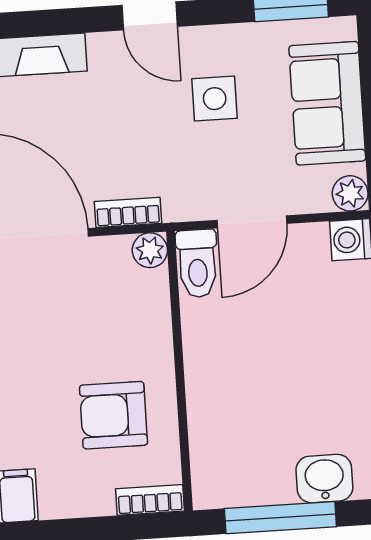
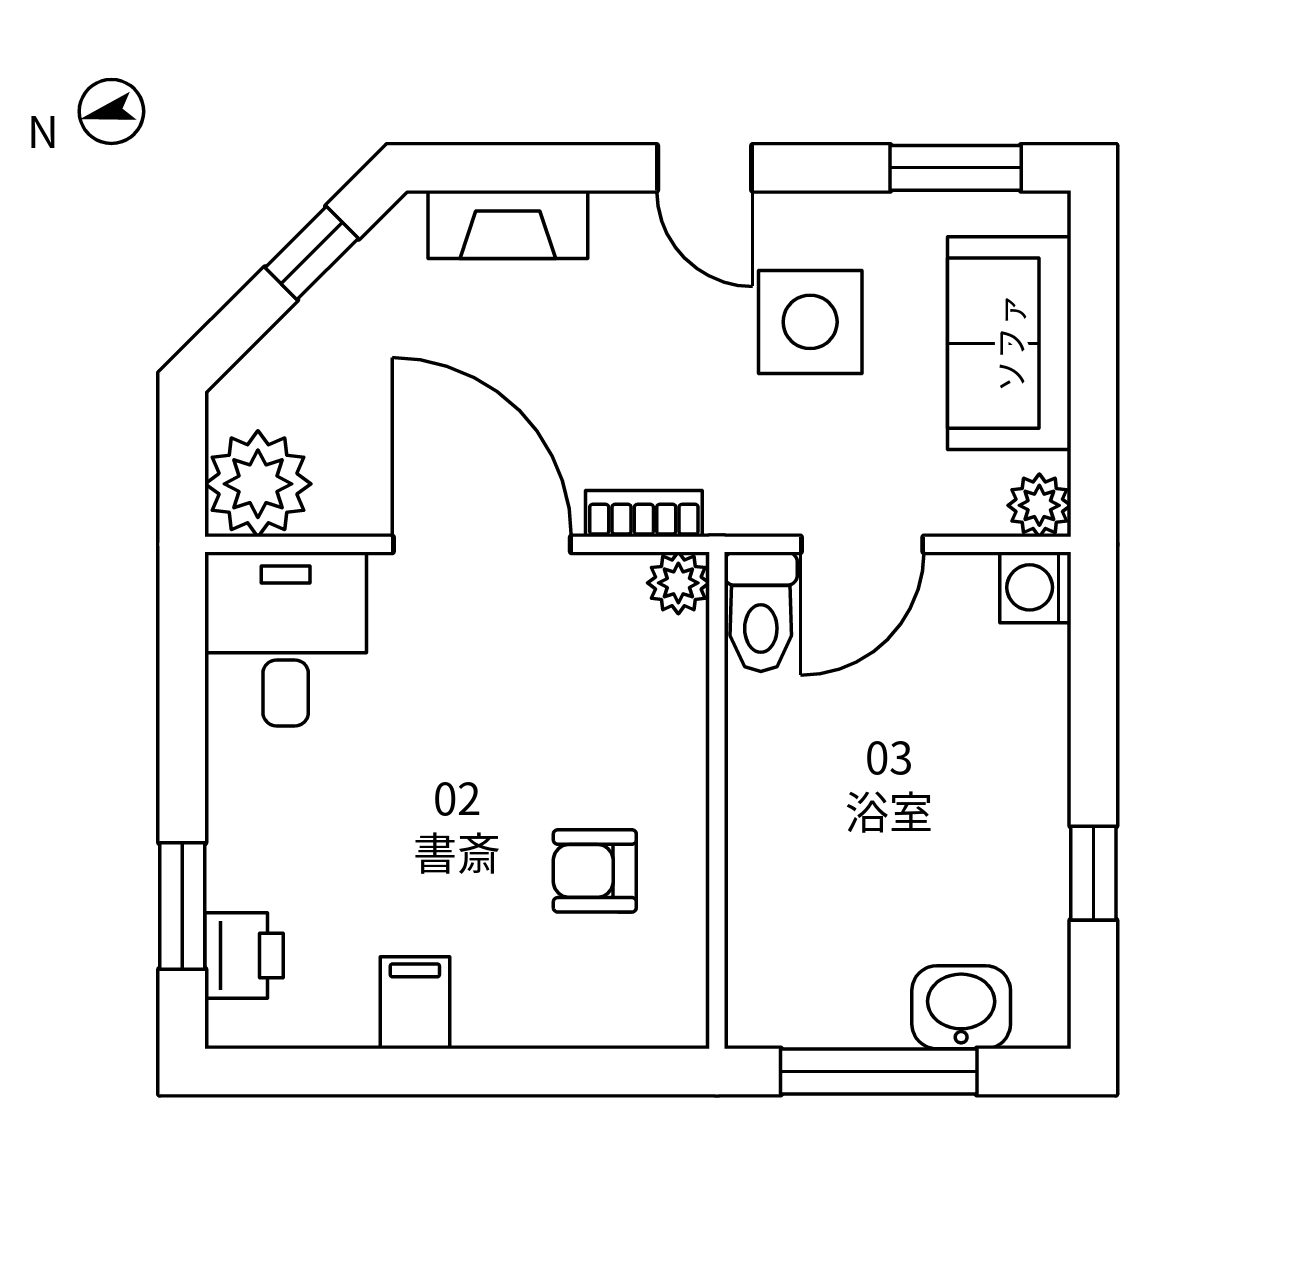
side table: (215, 99) -> (810, 322), width x1.37, depth x1.37
armchair: (113, 415) -> (595, 871), width x0.72, depth x0.72
bookcase: (150, 500) -> (650, 1025), removed

